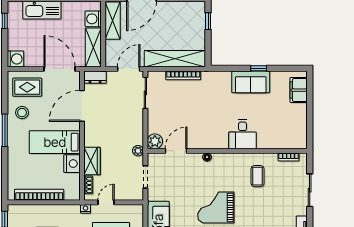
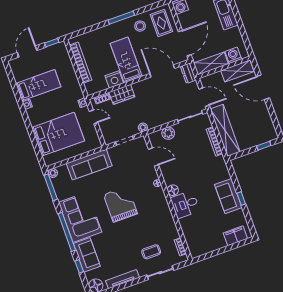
plant: (155, 141) -> (168, 133), moved
floor lamp: (221, 142) -> (173, 190), added
coffee table: (258, 176) -> (151, 252), moved

